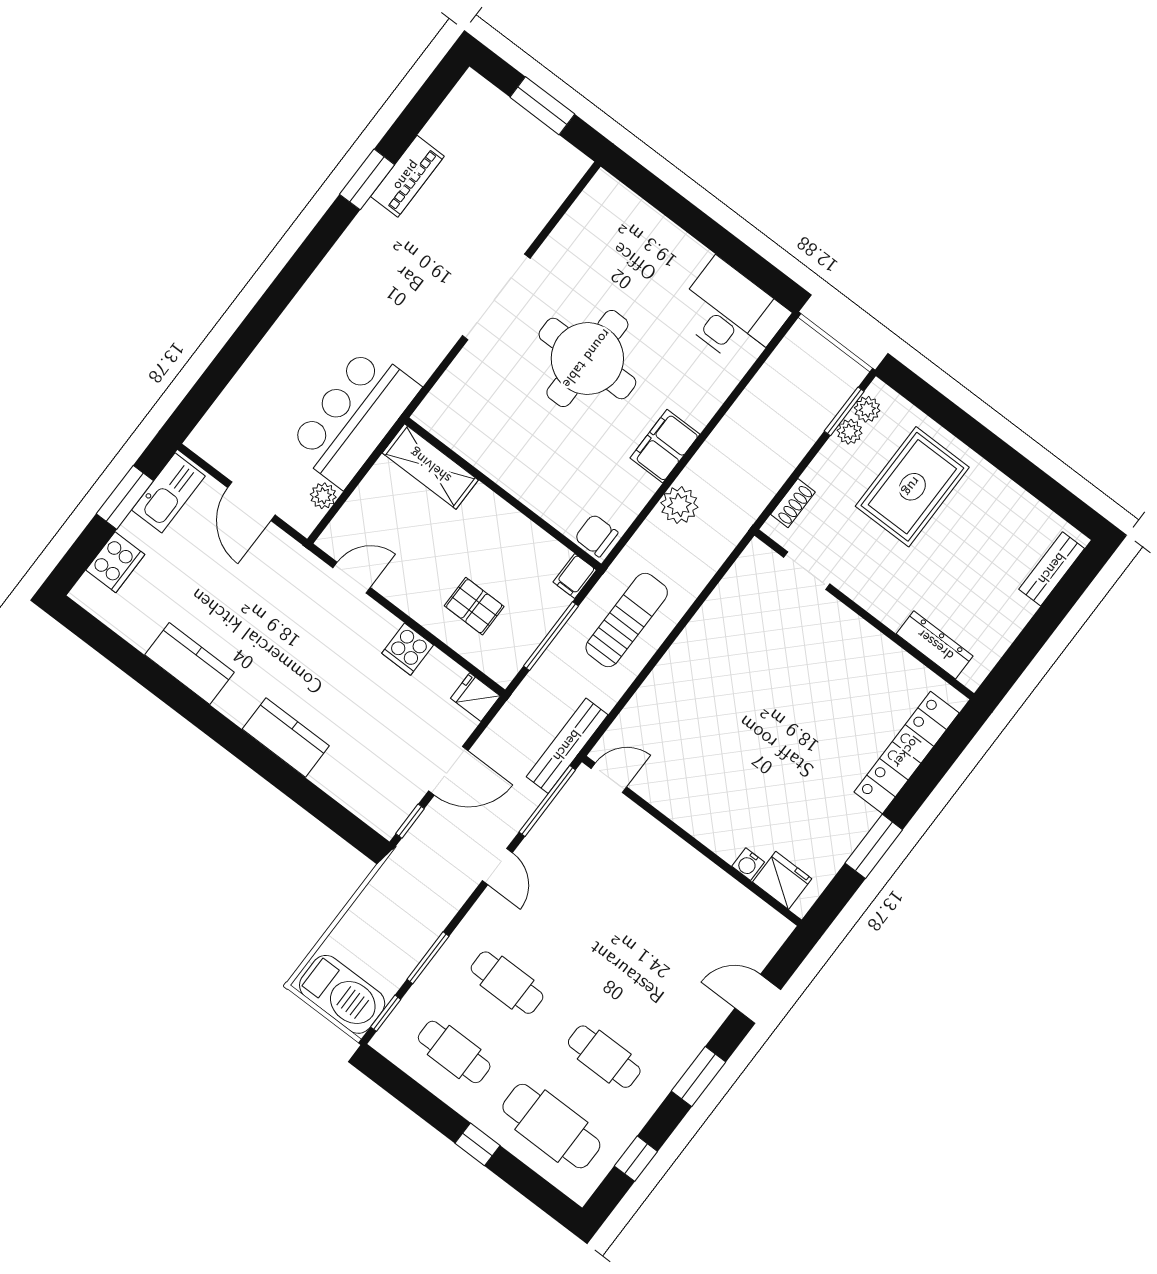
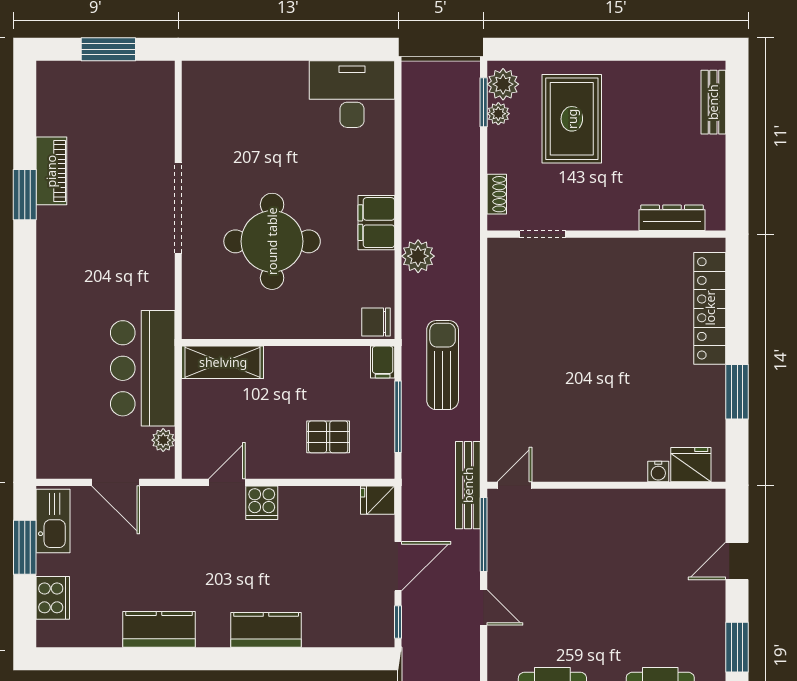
round table: (587, 359) -> (272, 241), moved
plant: (867, 409) -> (503, 84), width x1.38, depth x1.38
cooker: (408, 649) -> (262, 503), moved

